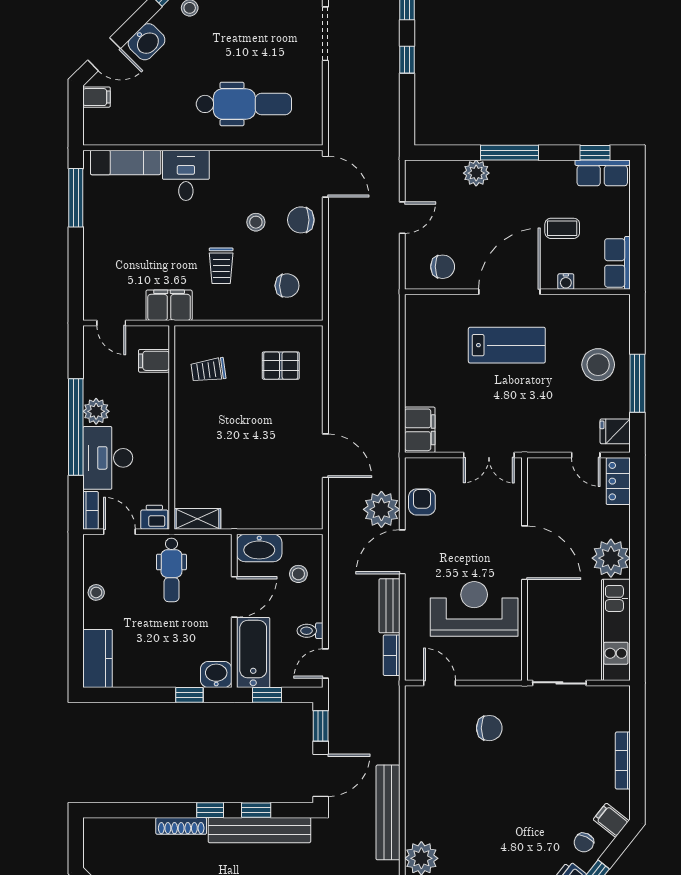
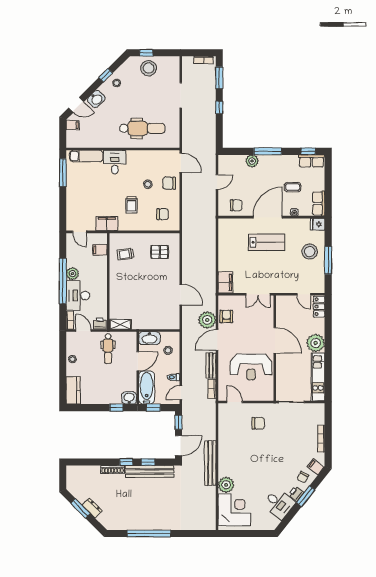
fridge: (615, 431) -> (318, 224), moved
reception desk: (474, 609) -> (251, 367), turned 180

